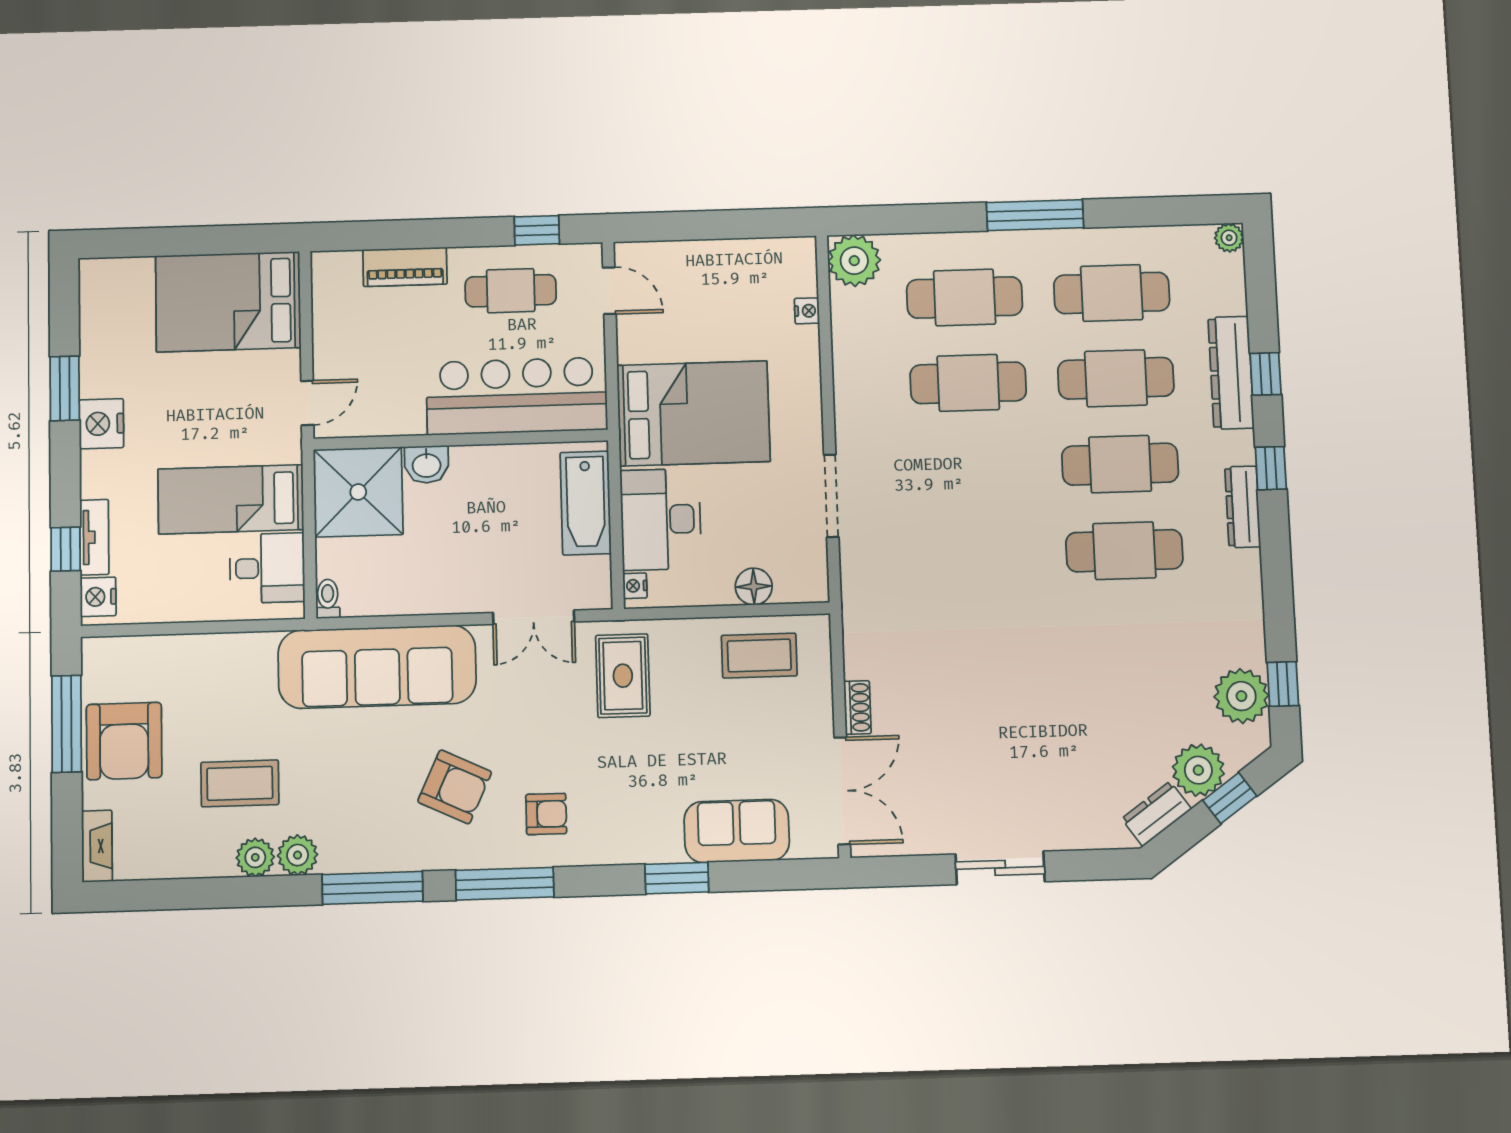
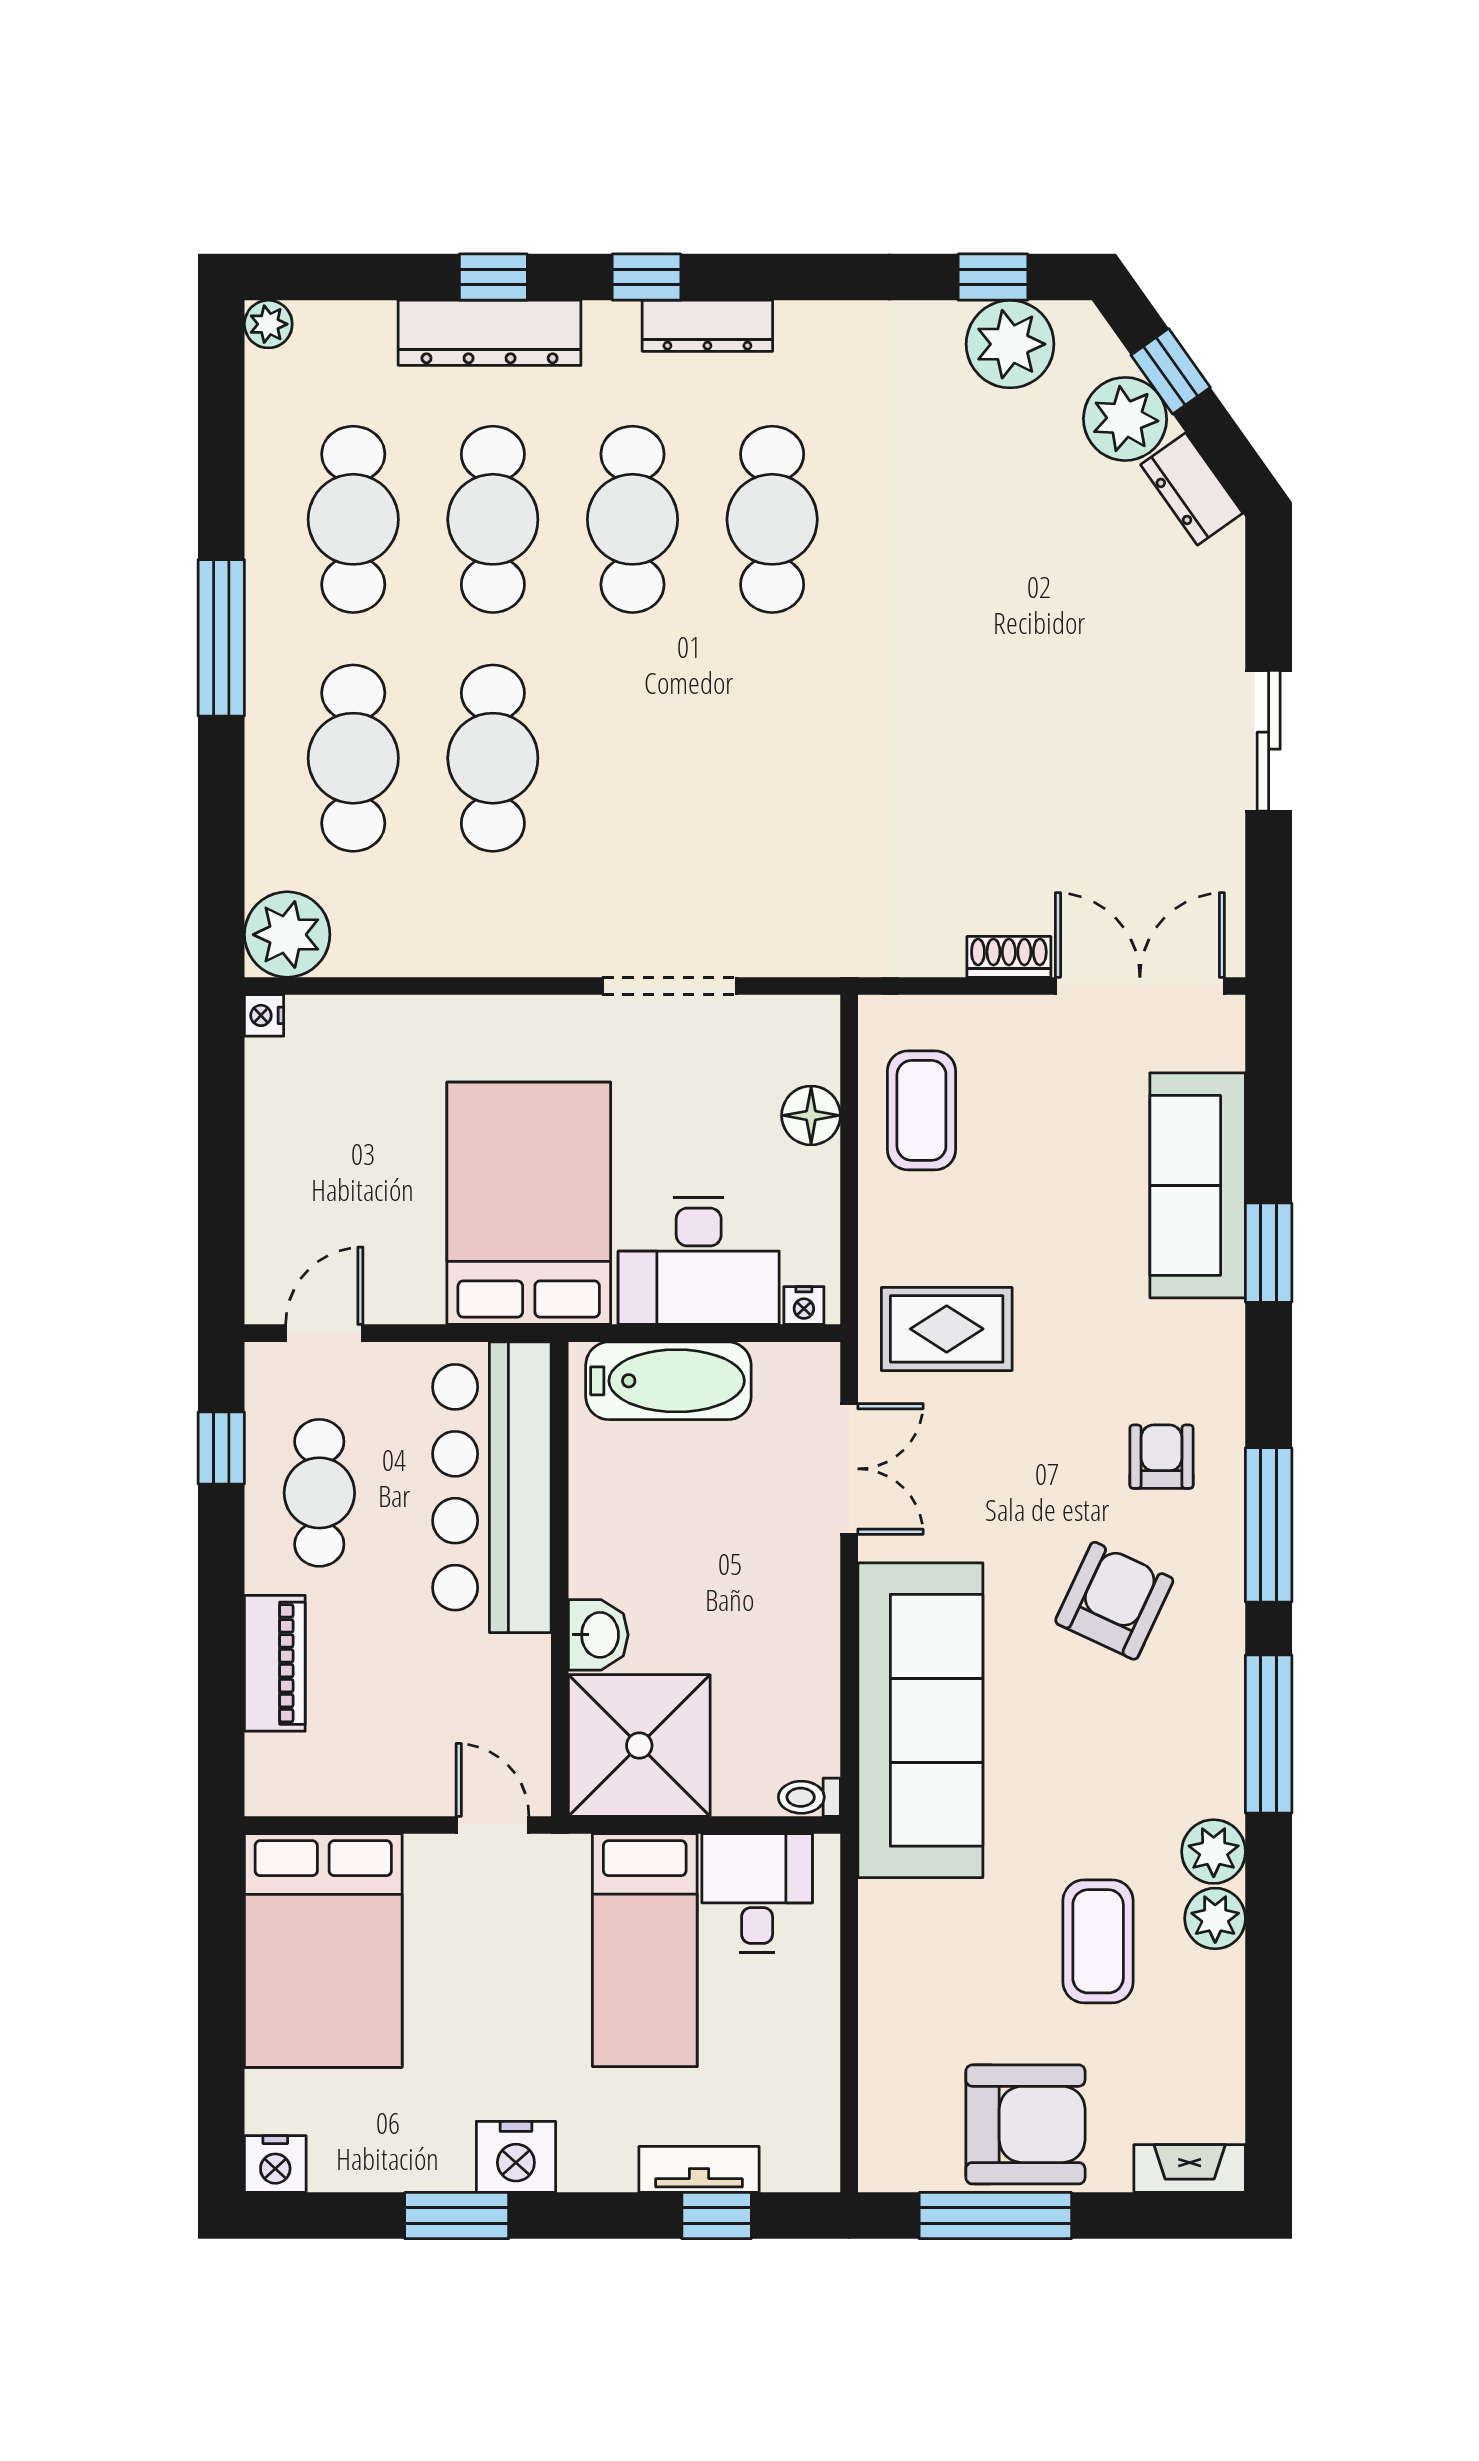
nightstand: (807, 311) -> (264, 1015), moved, turned -90
nightstand: (98, 597) -> (275, 2164), moved
sofa: (737, 831) -> (1198, 1185), width x1.36

